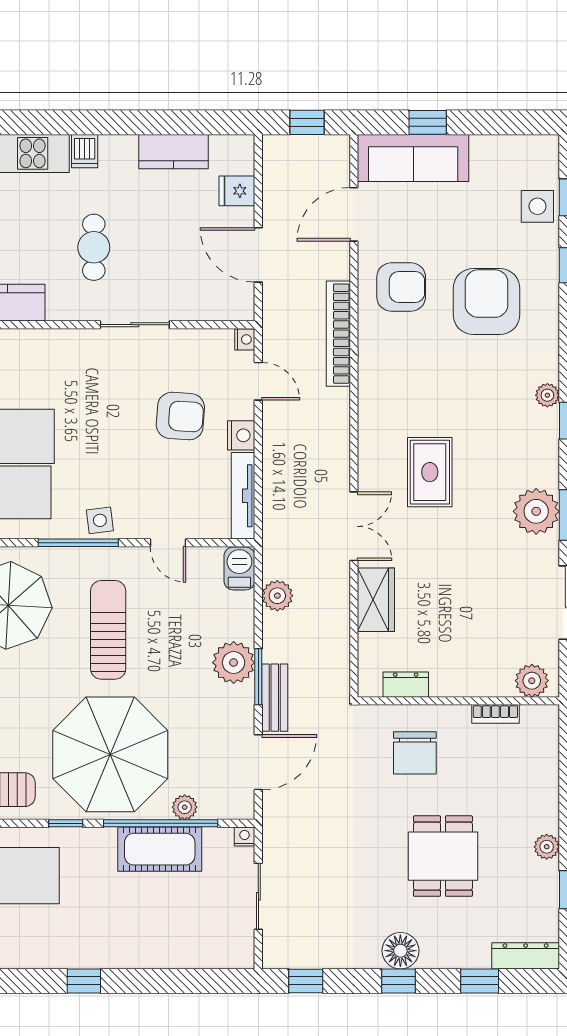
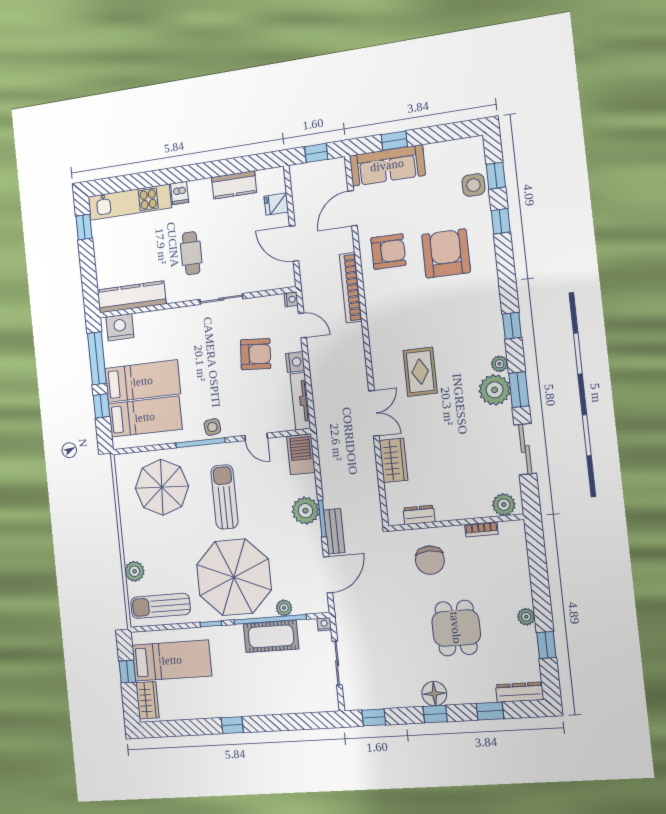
plant: (547, 395) -> (499, 364), moved
barbecue: (239, 568) -> (301, 454), width x1.38, depth x1.27
plant: (277, 596) -> (329, 464), removed

